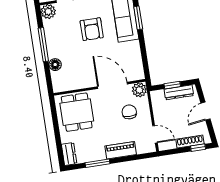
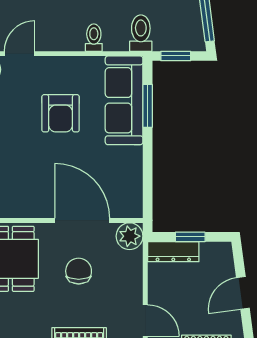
dresser: (179, 92) -> (173, 252), moved
chair: (129, 112) -> (79, 271), moved

